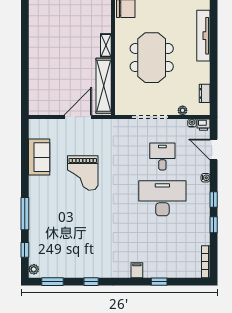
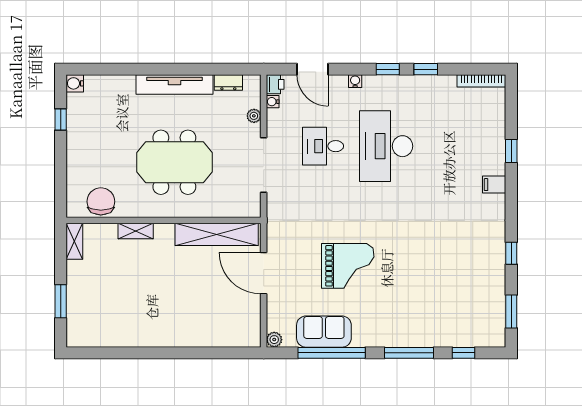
tv unit: (203, 36) -> (175, 85), moved
shelving: (106, 45) -> (136, 231), moved
door: (214, 149) -> (313, 69), hinge flipped
window: (25, 162) -> (332, 353), added
plant: (34, 269) -> (274, 340), moved

